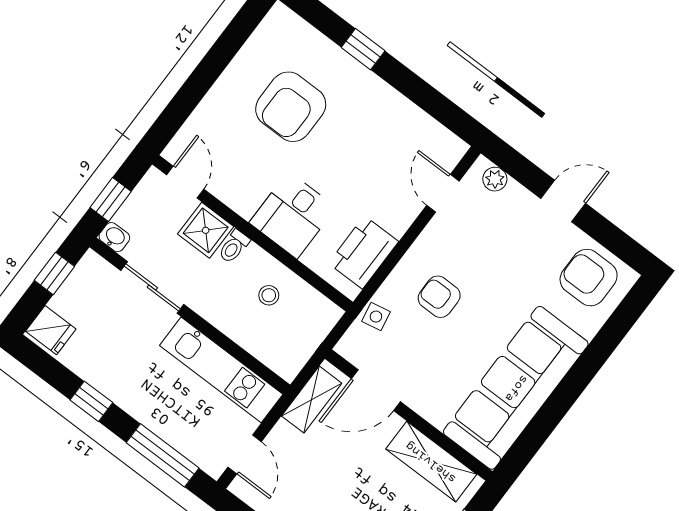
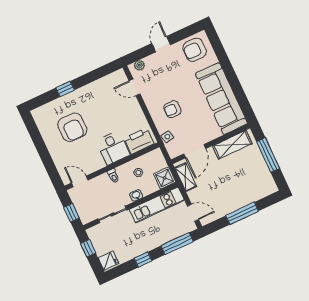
shower: (206, 230) -> (165, 178), moved
washbasin: (114, 237) -> (136, 195), moved
printer: (363, 252) -> (139, 141), moved, turned 90

